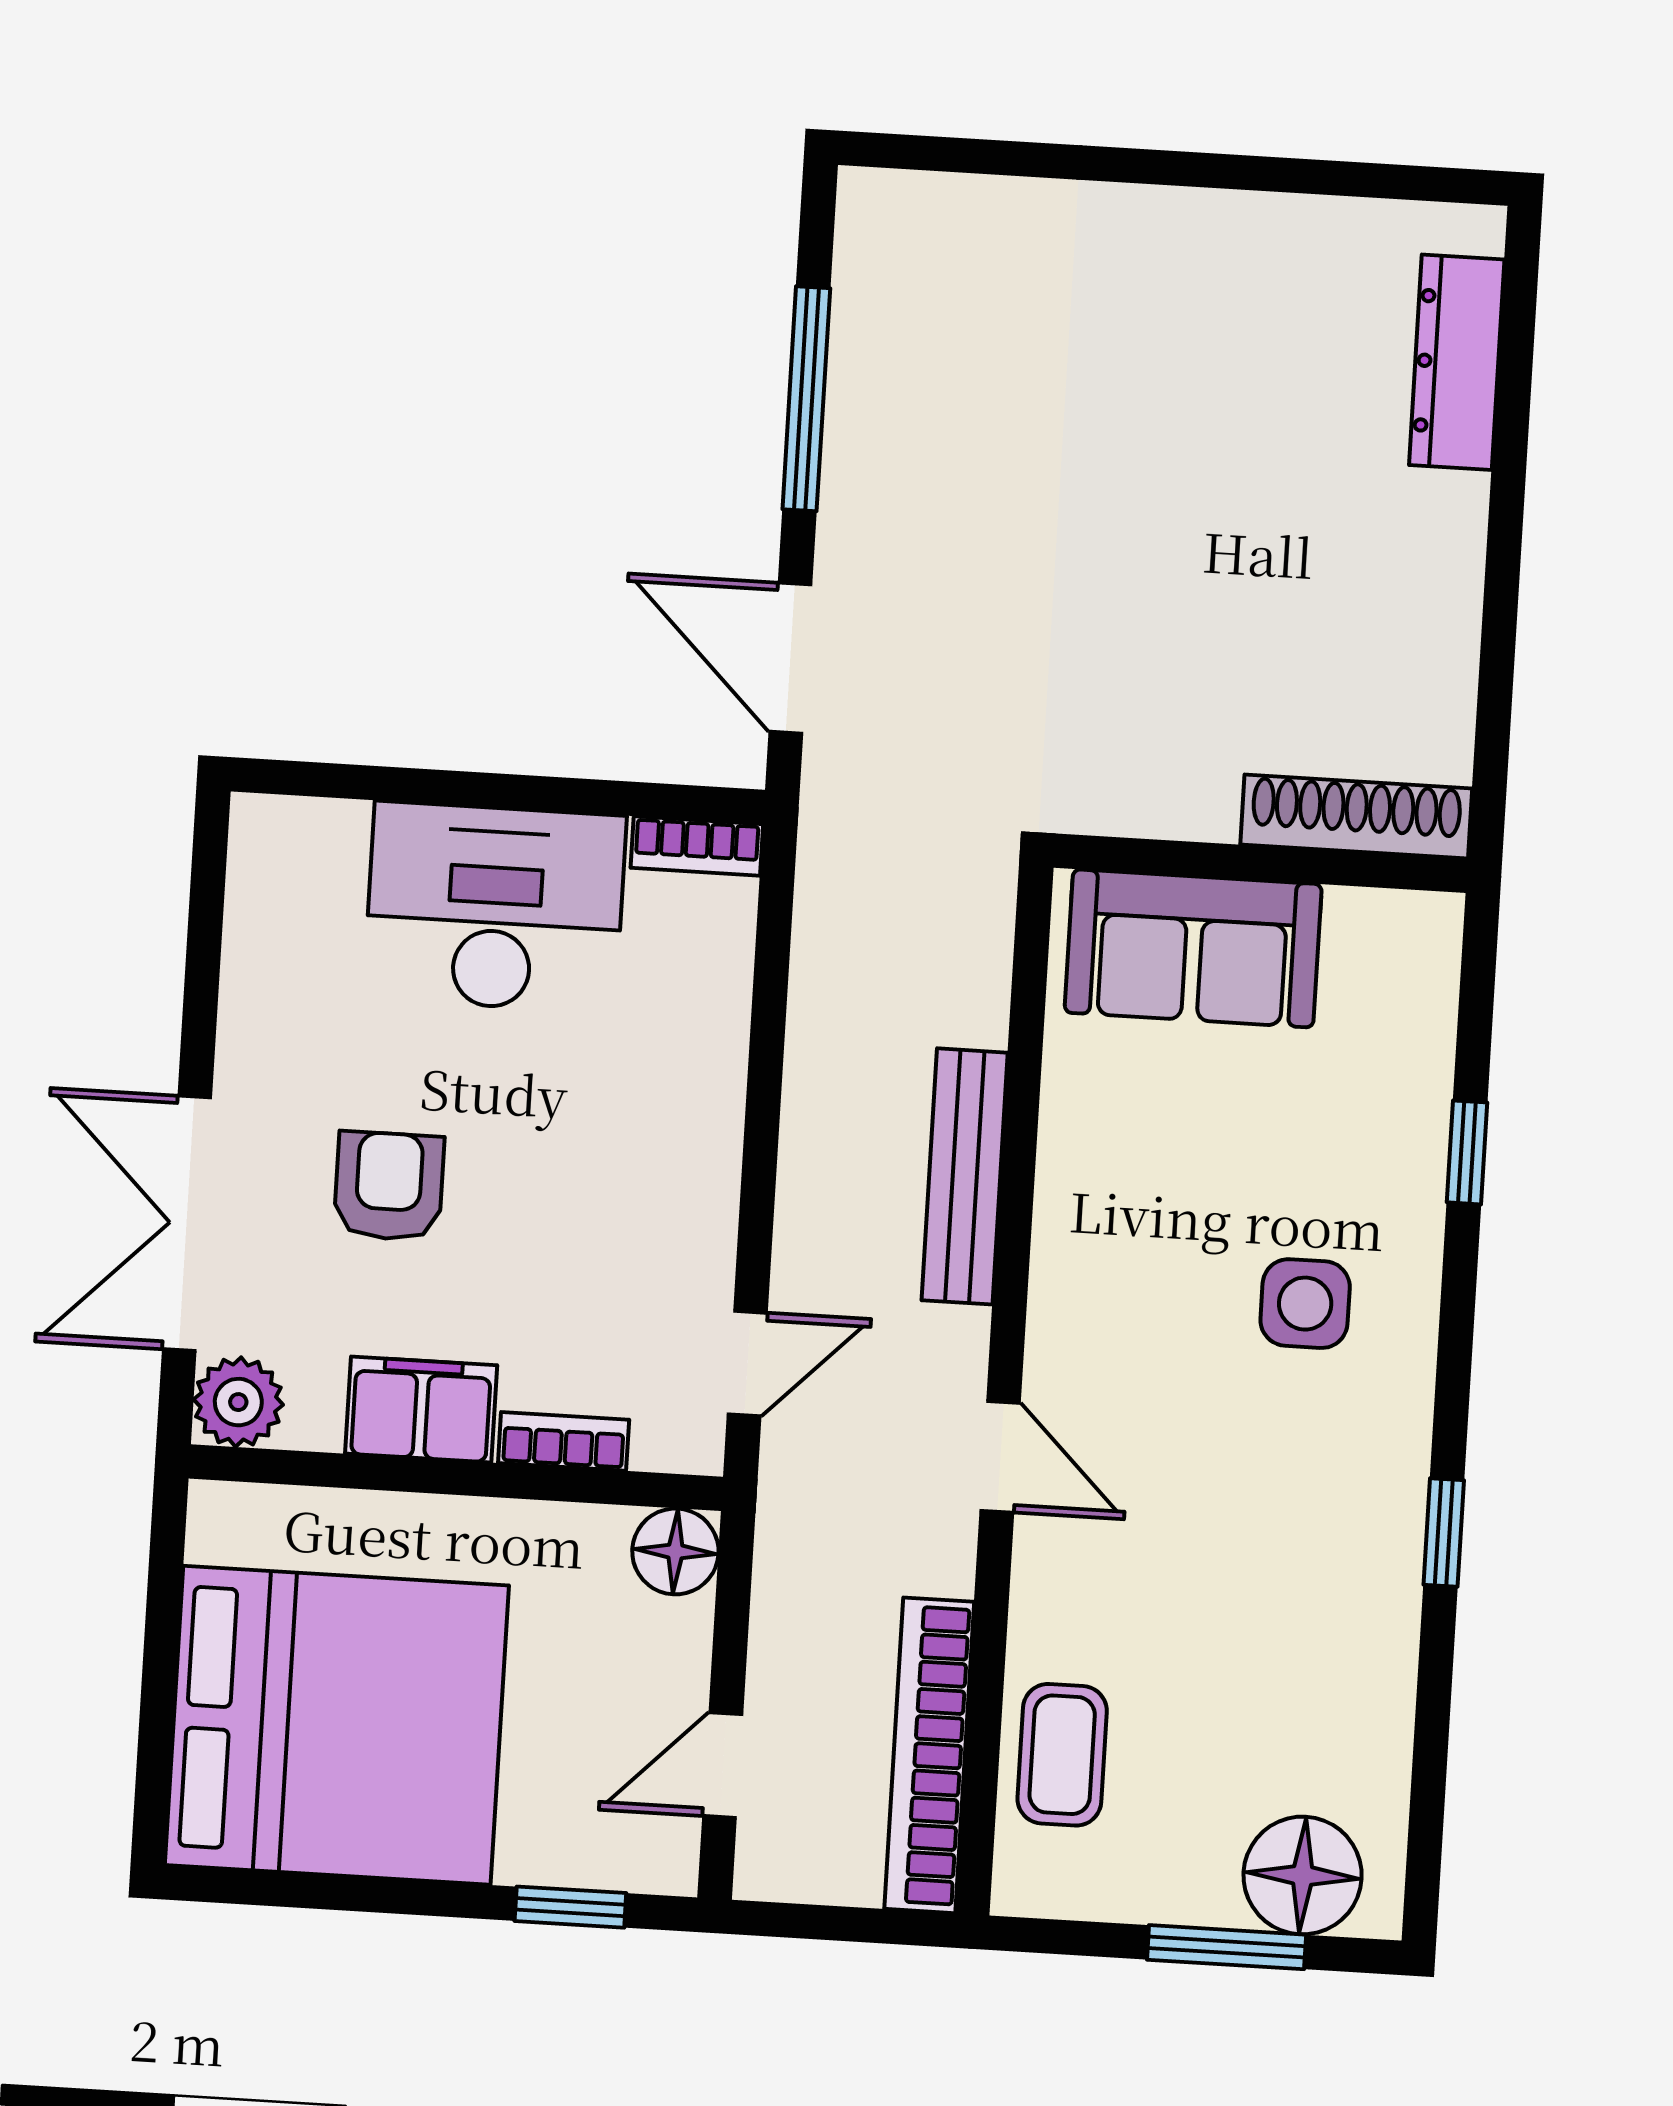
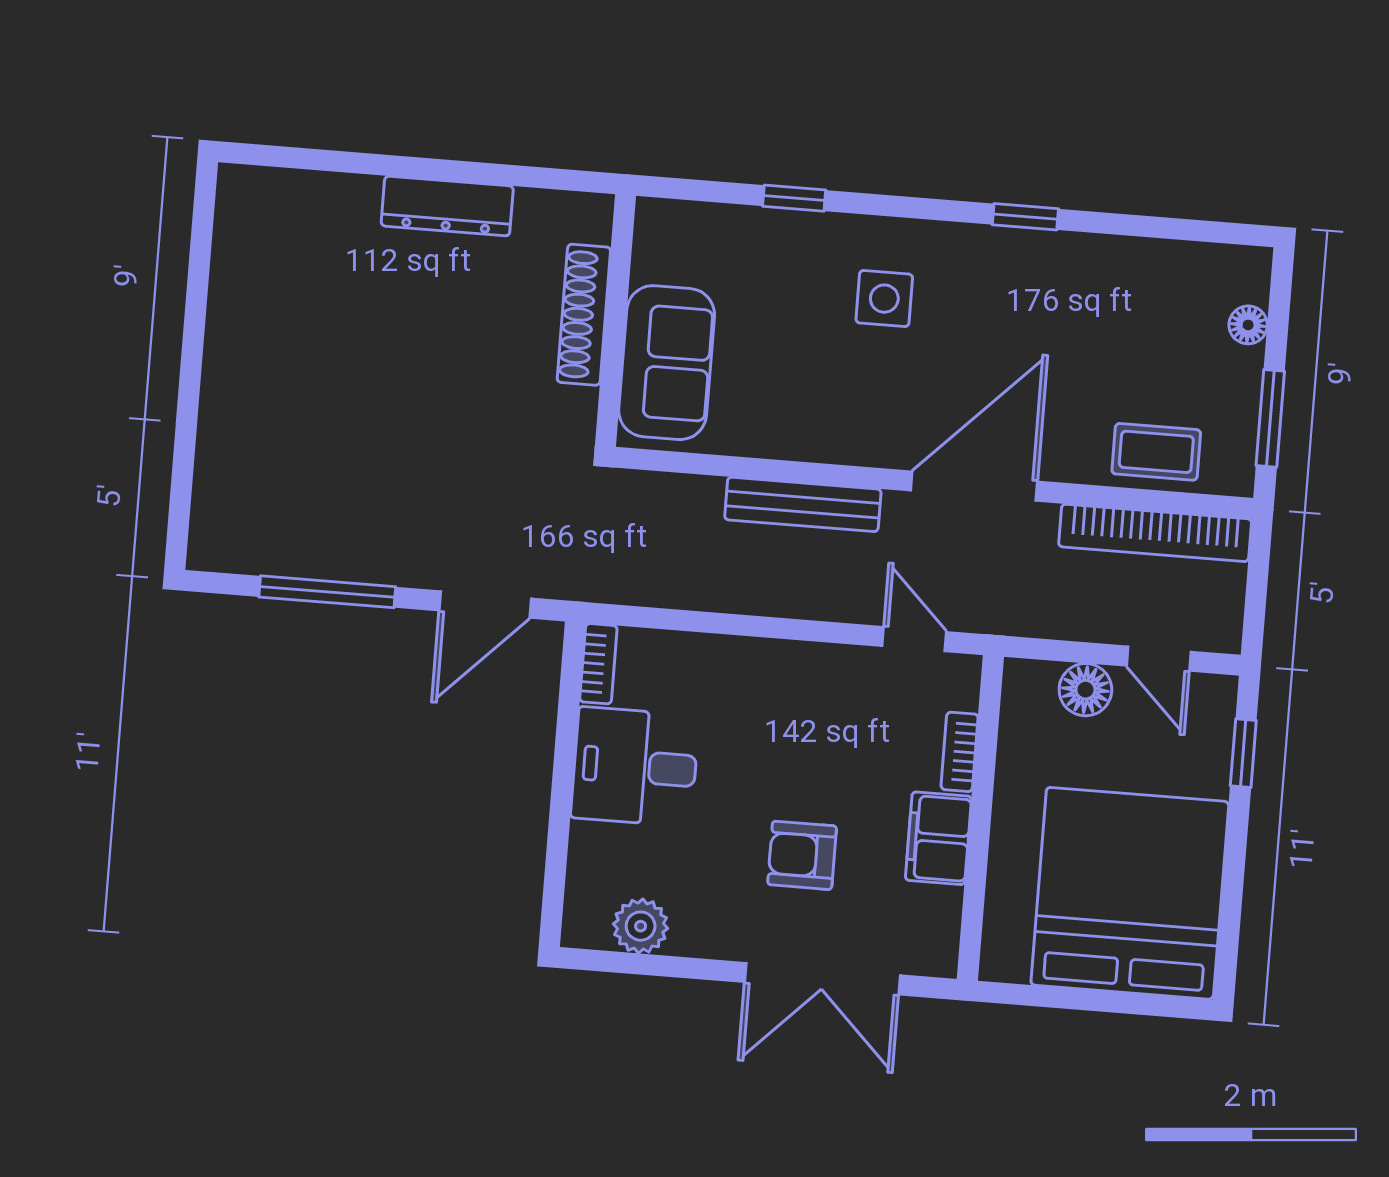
dresser: (1457, 362) -> (447, 206), moved
shoe rack: (1356, 817) -> (584, 315), moved
desk: (495, 907) -> (635, 767), width x0.73
plant: (238, 1402) -> (641, 926), moved
door: (1000, 1457) -> (974, 486), width x1.88
floor lamp: (675, 1551) -> (1085, 690), moved
floor lamp: (1303, 1875) -> (1248, 325), width x0.53, depth x0.53
window: (1227, 1947) -> (1270, 418), moved

